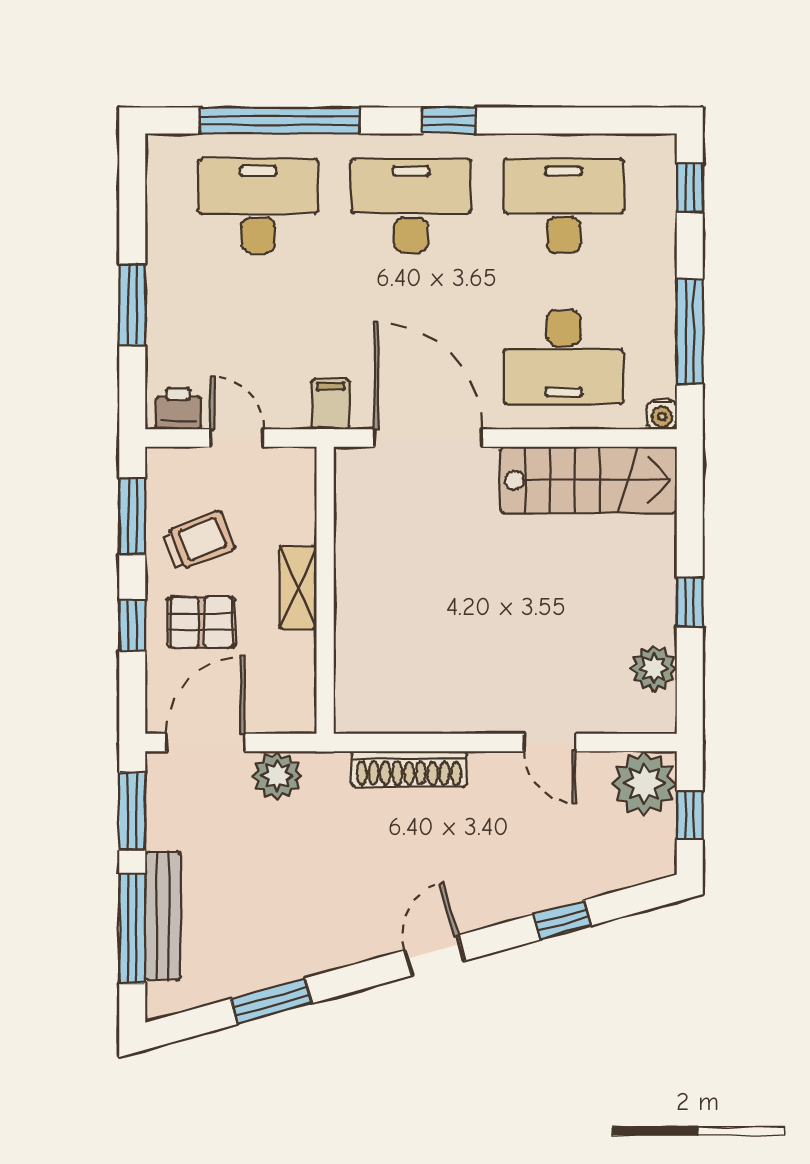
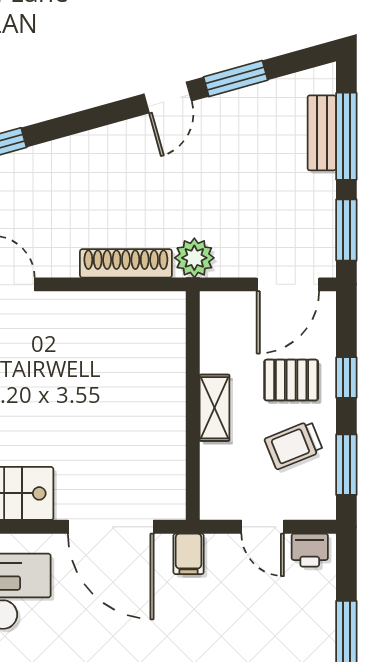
plant: (277, 776) -> (194, 258), moved
bench: (163, 916) -> (322, 133), width x0.73
door: (435, 956) -> (168, 98), moved

